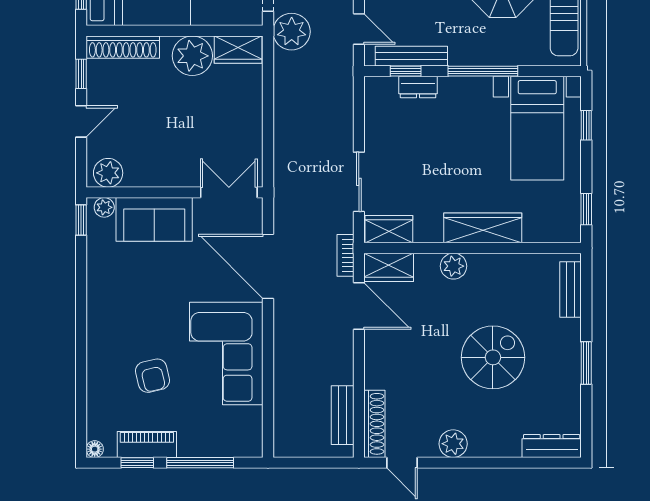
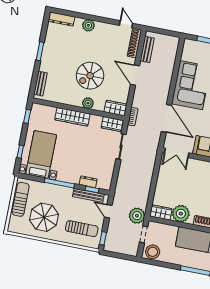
door: (359, 306) -> (135, 75), moved
spiral stairs: (493, 357) -> (90, 76), moved
plant: (453, 444) -> (88, 25), moved

